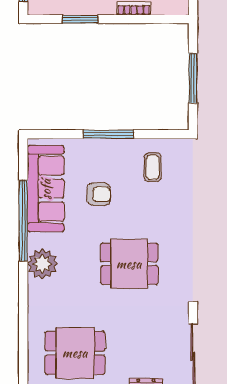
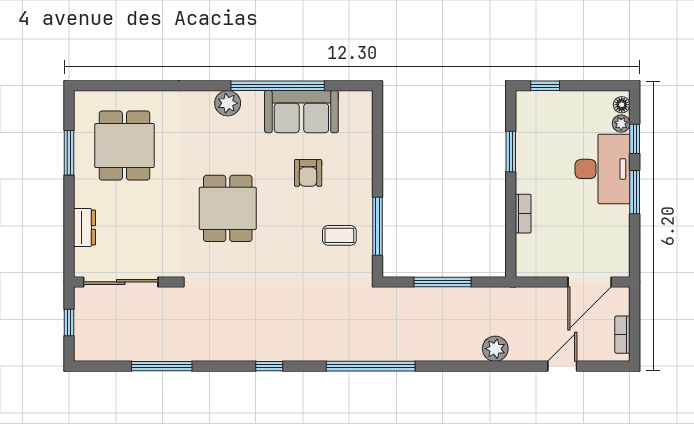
window: (109, 134) -> (378, 226), moved
sofa: (46, 189) -> (301, 112), width x0.73
plant: (42, 264) -> (228, 103), width x0.73, depth x0.73

